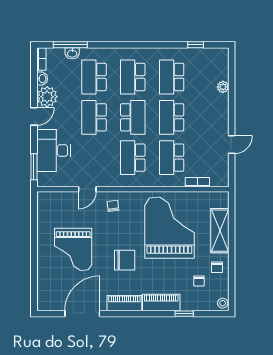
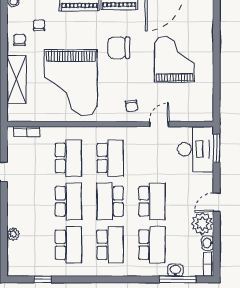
desk: (53, 151) -> (196, 149), moved
bookcase: (197, 182) -> (27, 132), moved

